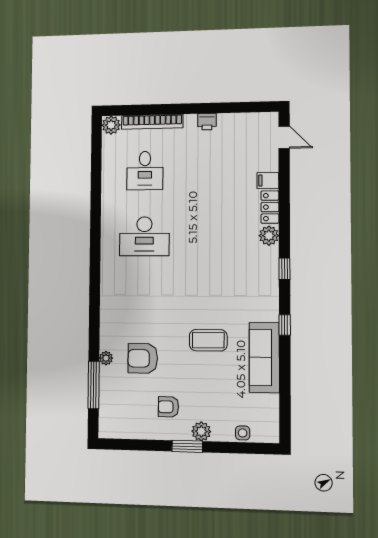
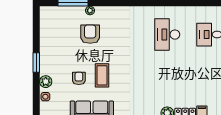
armchair: (168, 407) -> (79, 78), moved
plant: (201, 431) -> (46, 82), moved

